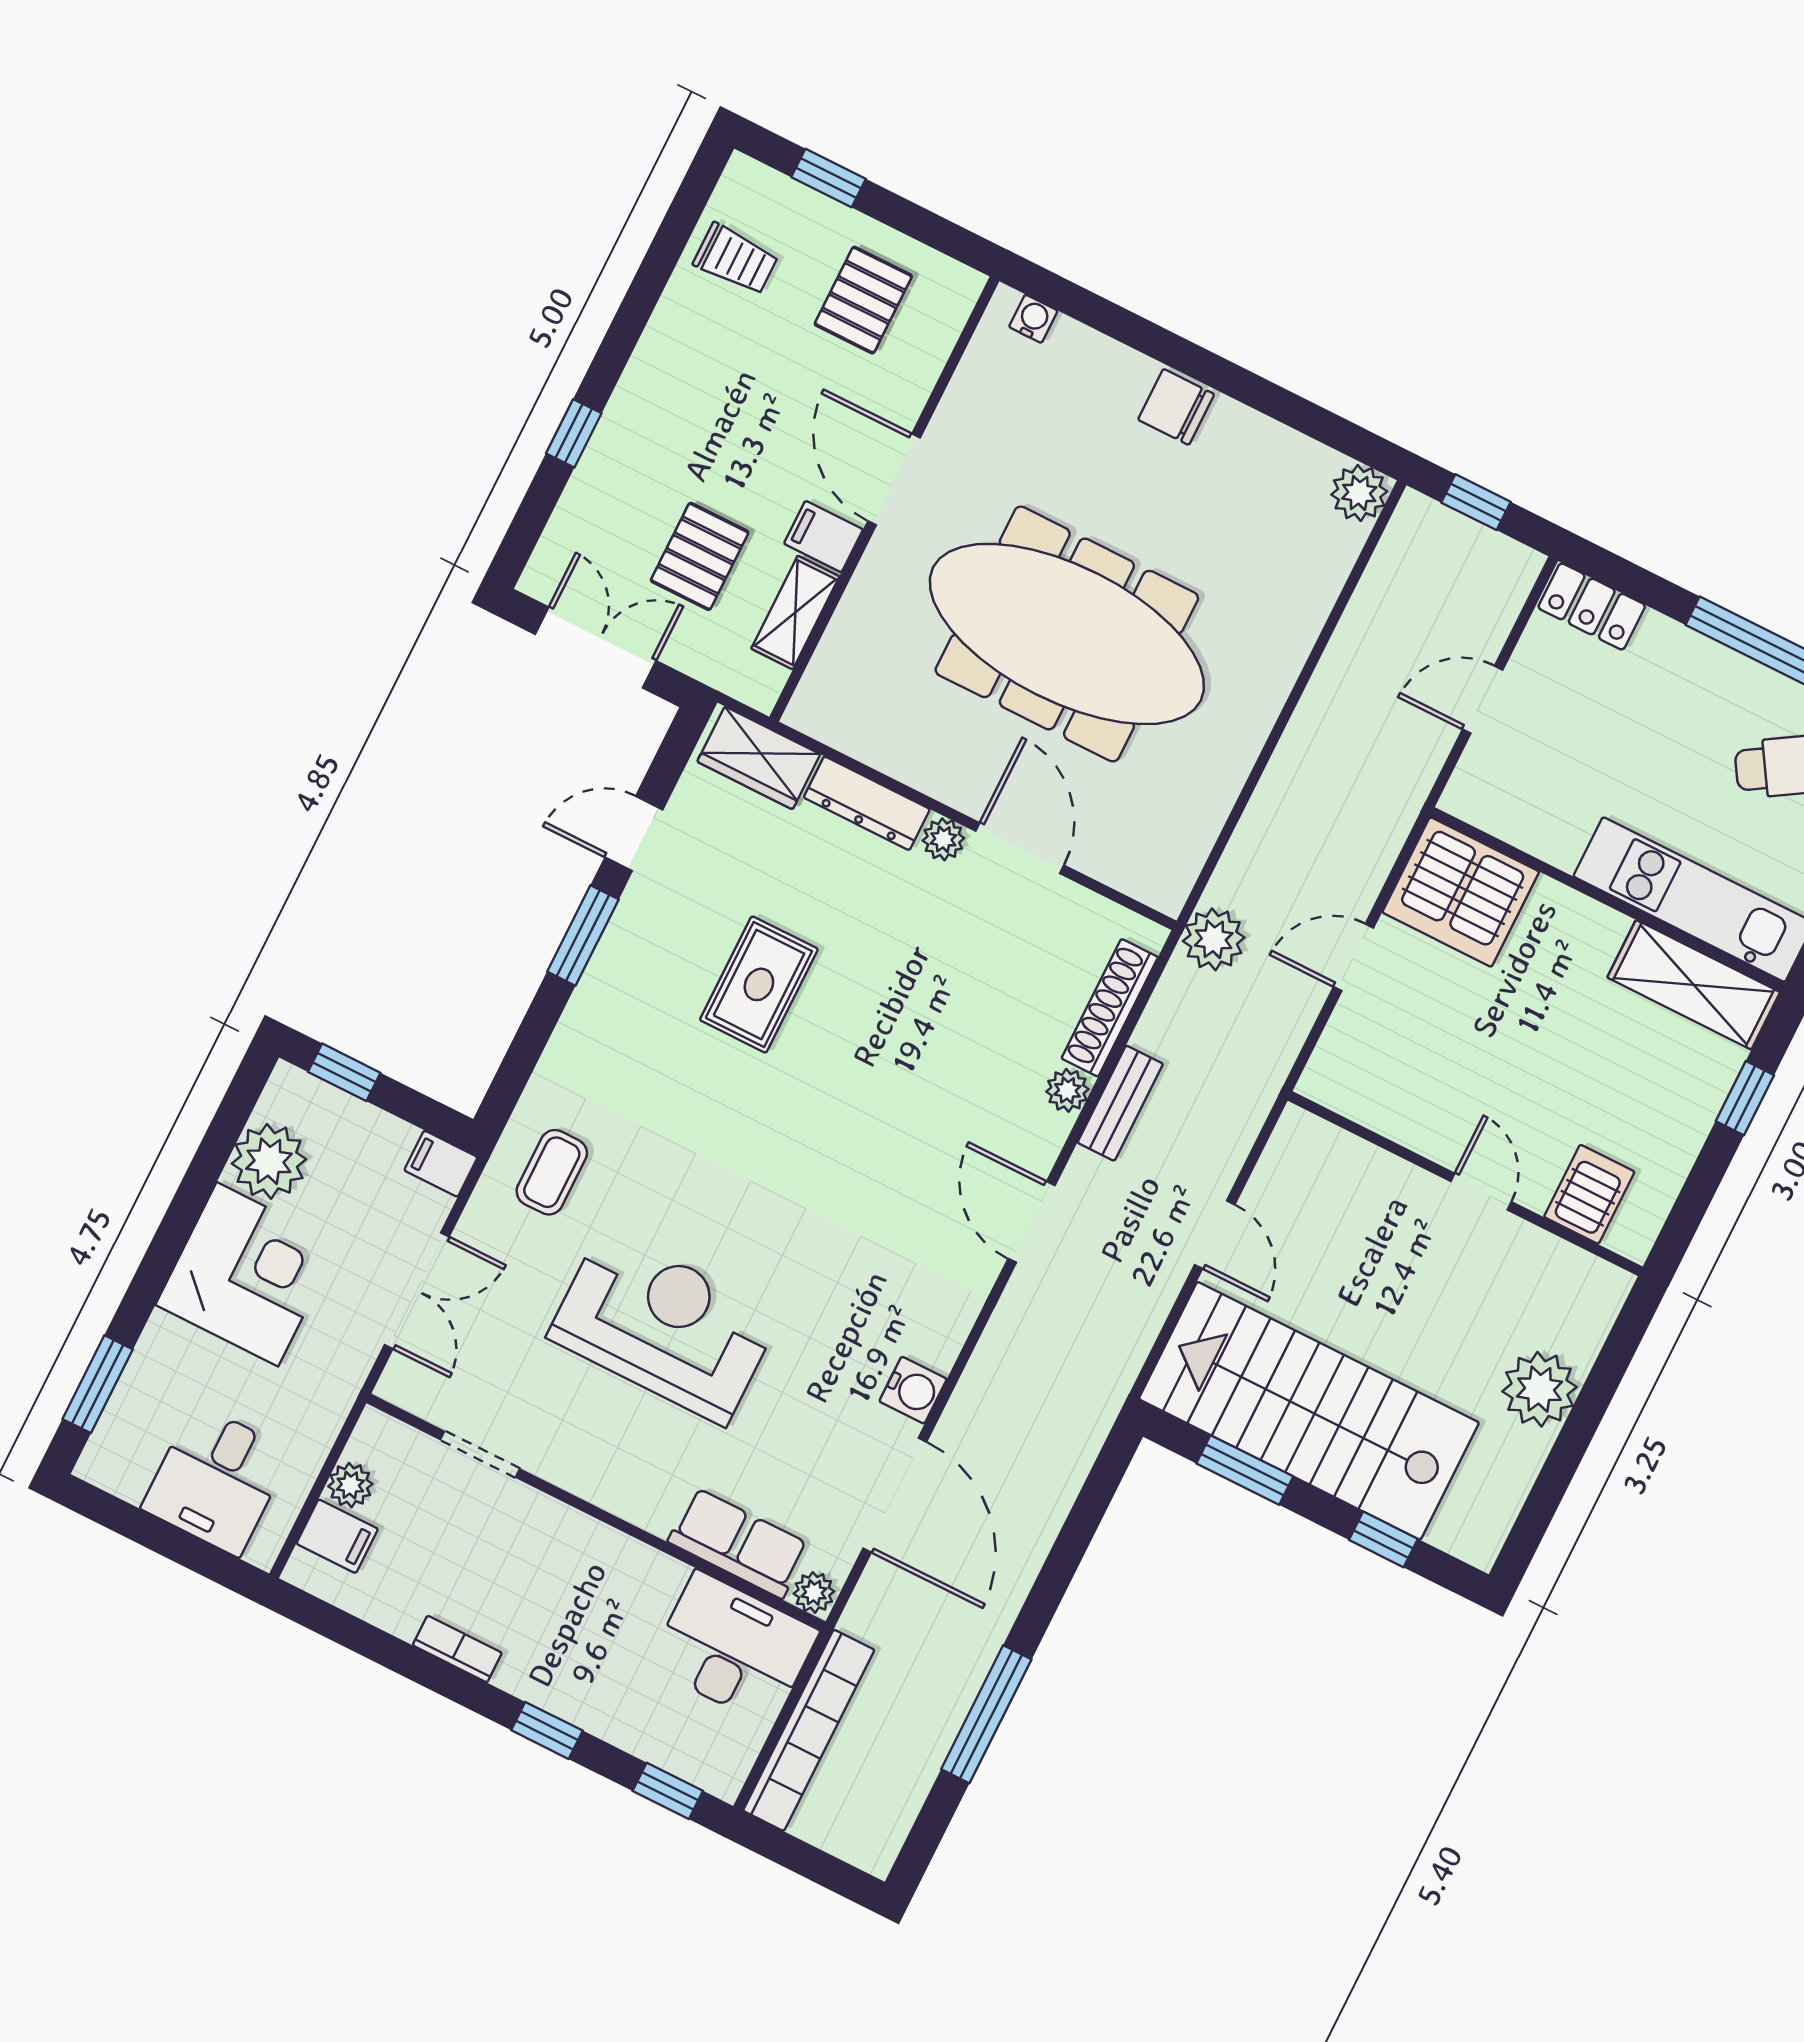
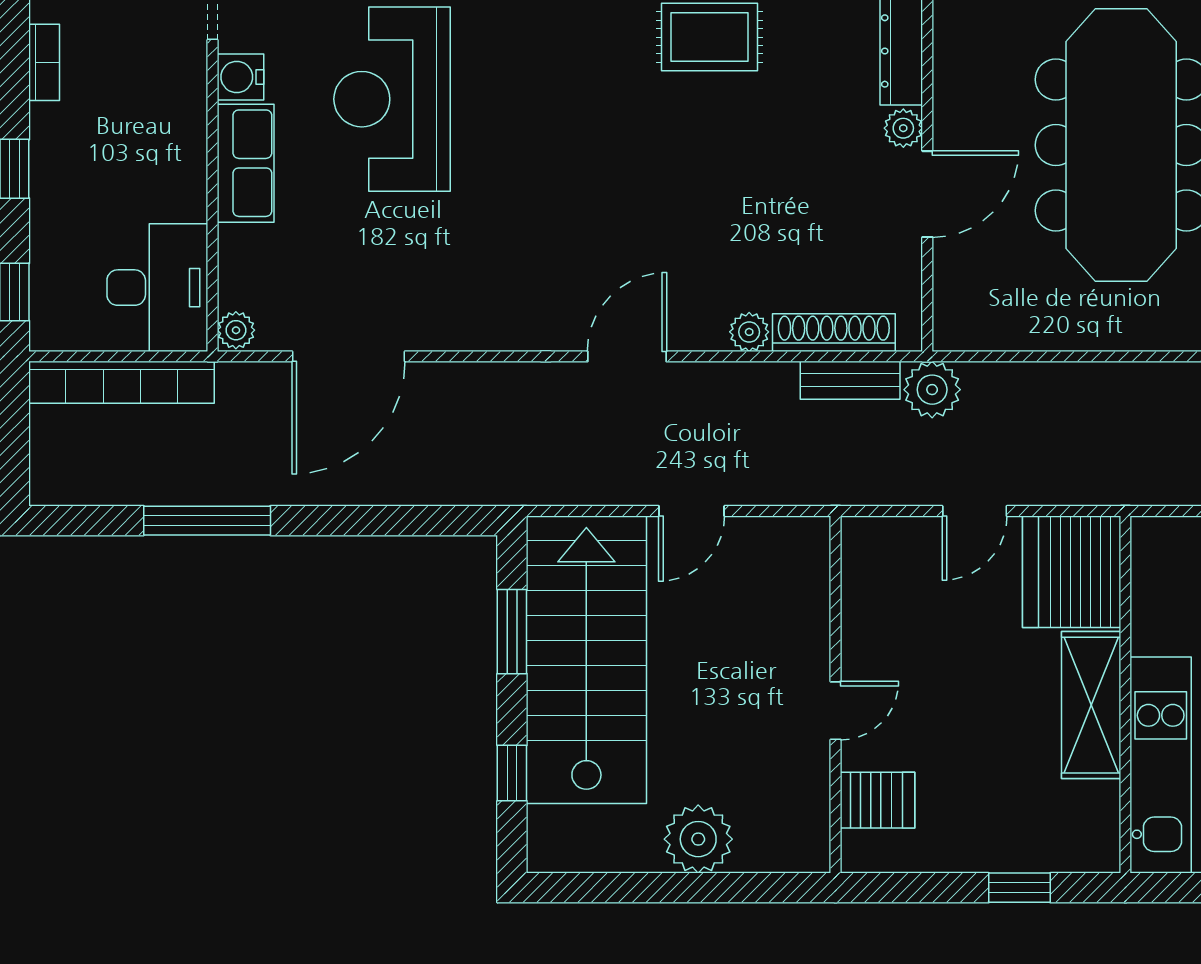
door: (1354, 957) -> (975, 511), swing flipped
shelving: (1694, 985) -> (1091, 705), moved
bench: (1120, 1103) -> (850, 380), moved
reception desk: (664, 1326) -> (392, 99), turned 180
water cooler: (913, 1390) -> (240, 77), moved, turned 90
row of seats: (739, 1543) -> (246, 163), moved

